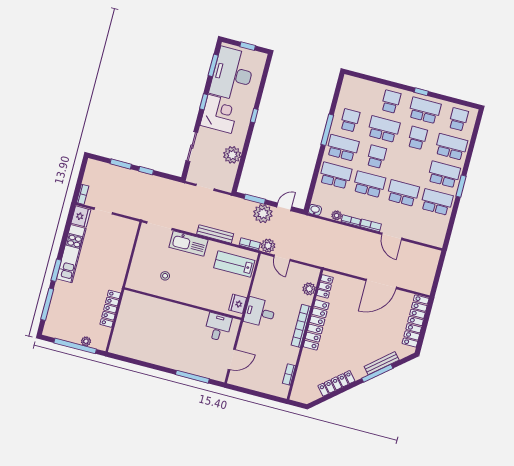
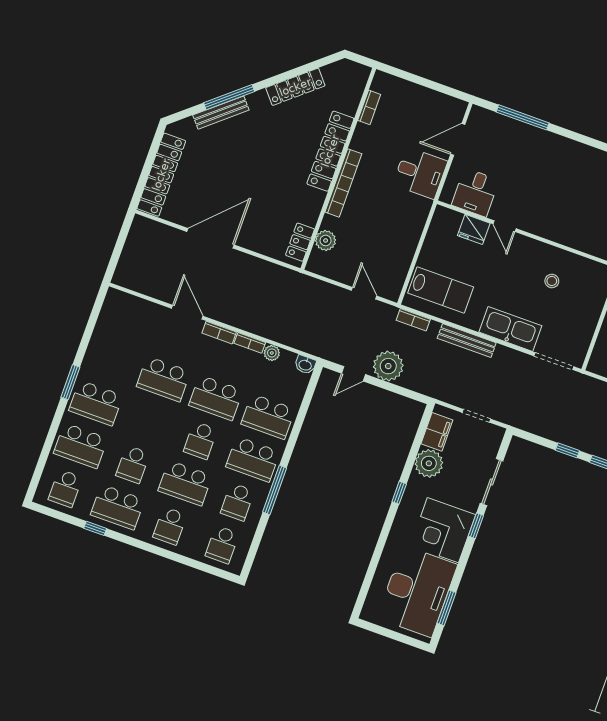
window: (248, 46) -> (389, 634), removed
window: (421, 92) -> (95, 528), moved
window: (204, 102) -> (476, 526), moved
window: (254, 116) -> (399, 493), moved
filing cabinet: (229, 175) -> (437, 432), added
window: (255, 199) -> (399, 390), removed
school desk: (437, 202) -> (222, 545), moved, width x0.54
plant: (268, 246) -> (385, 315), removed
fridge: (238, 304) -> (474, 229), moved, turned 90
door: (198, 308) -> (505, 226), added
desk: (260, 312) -> (420, 173), moved
locker: (316, 325) -> (330, 151), moved

